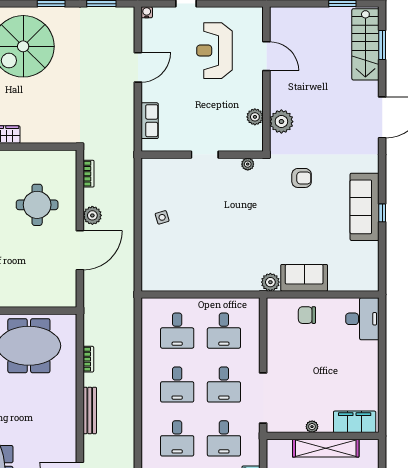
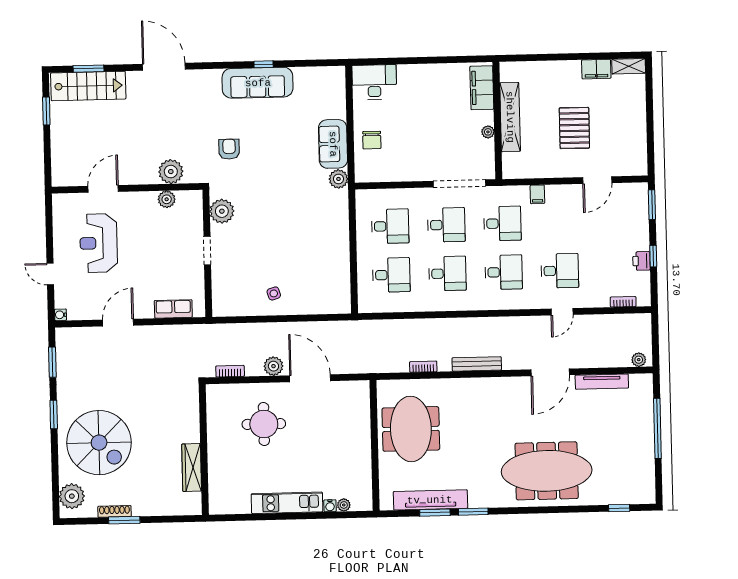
reception desk: (214, 51) -> (99, 243), turned 90
door: (138, 67) -> (118, 323), hinge flipped
plant: (248, 164) -> (222, 211), width x1.87, depth x1.87

